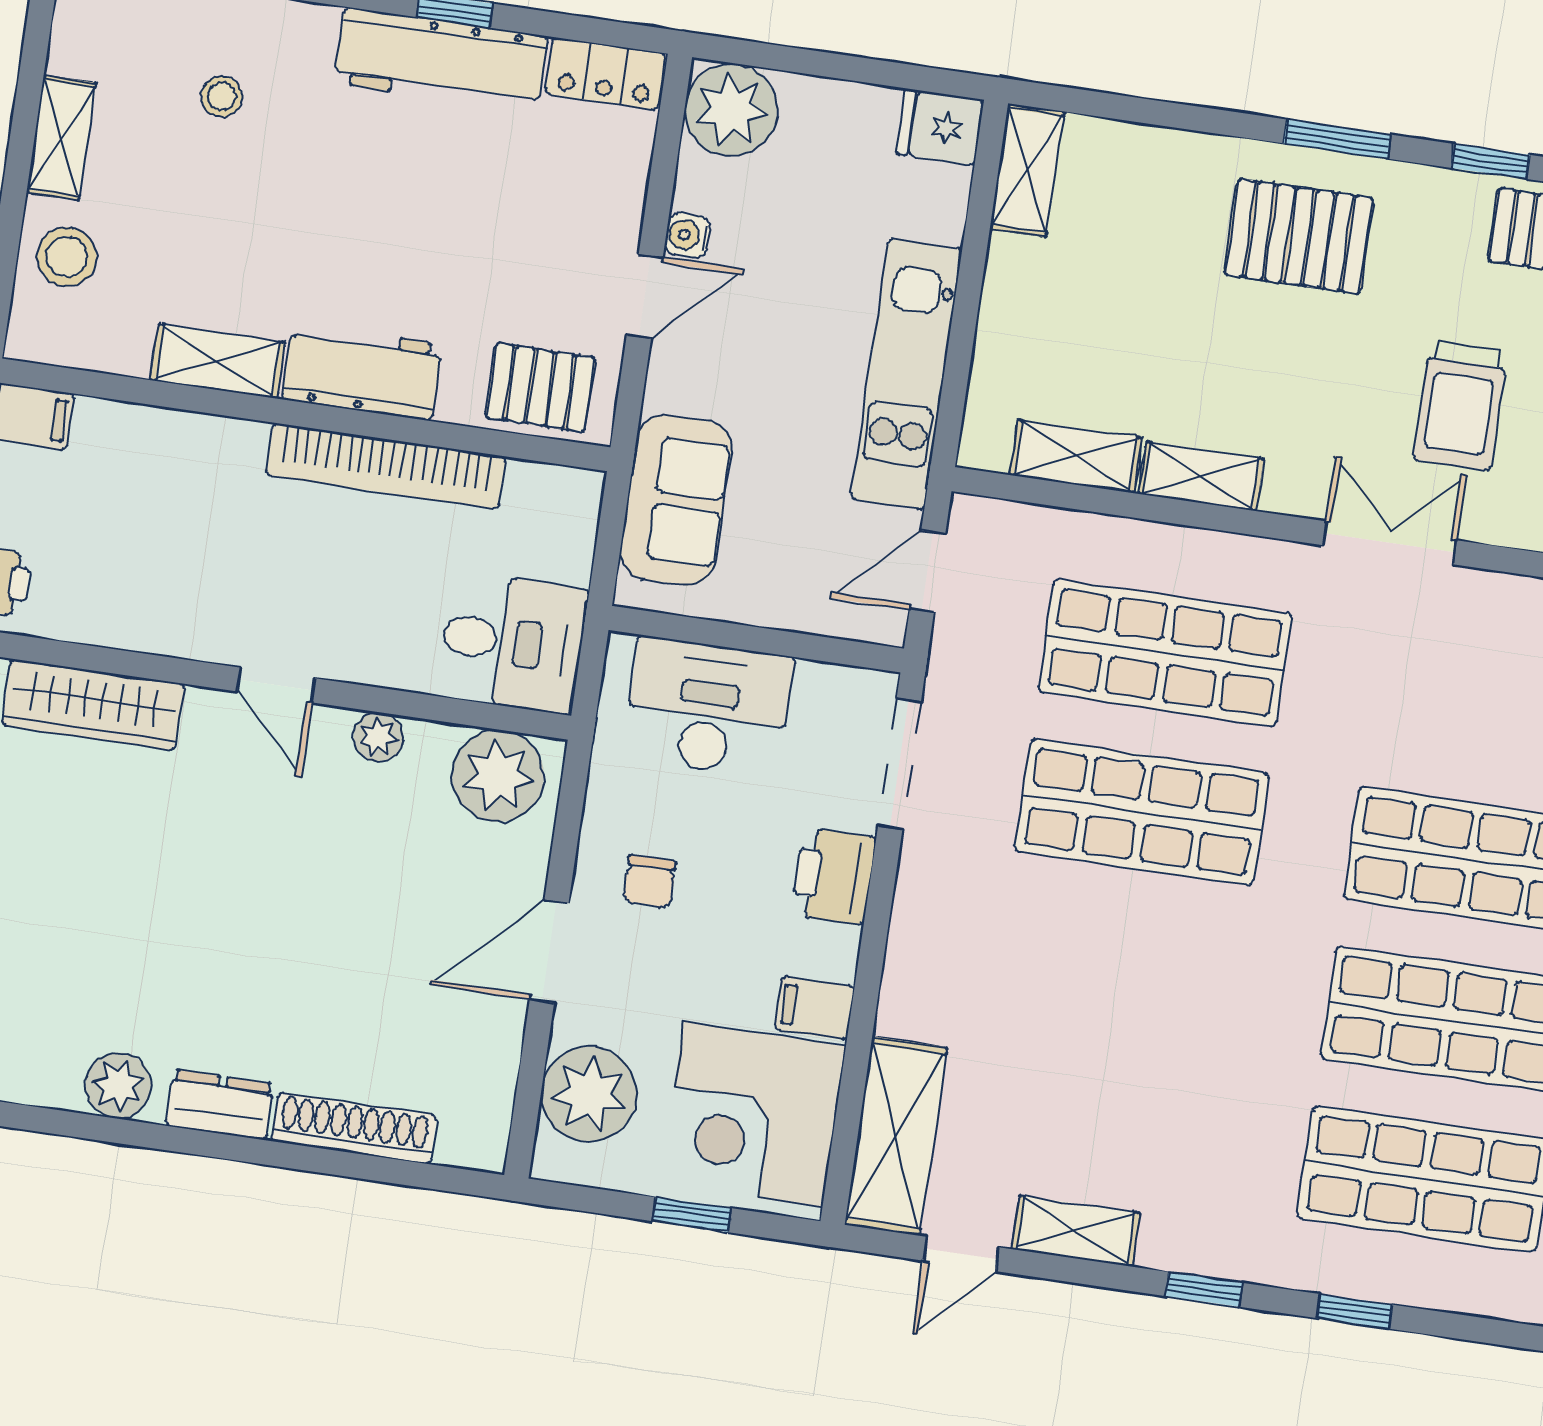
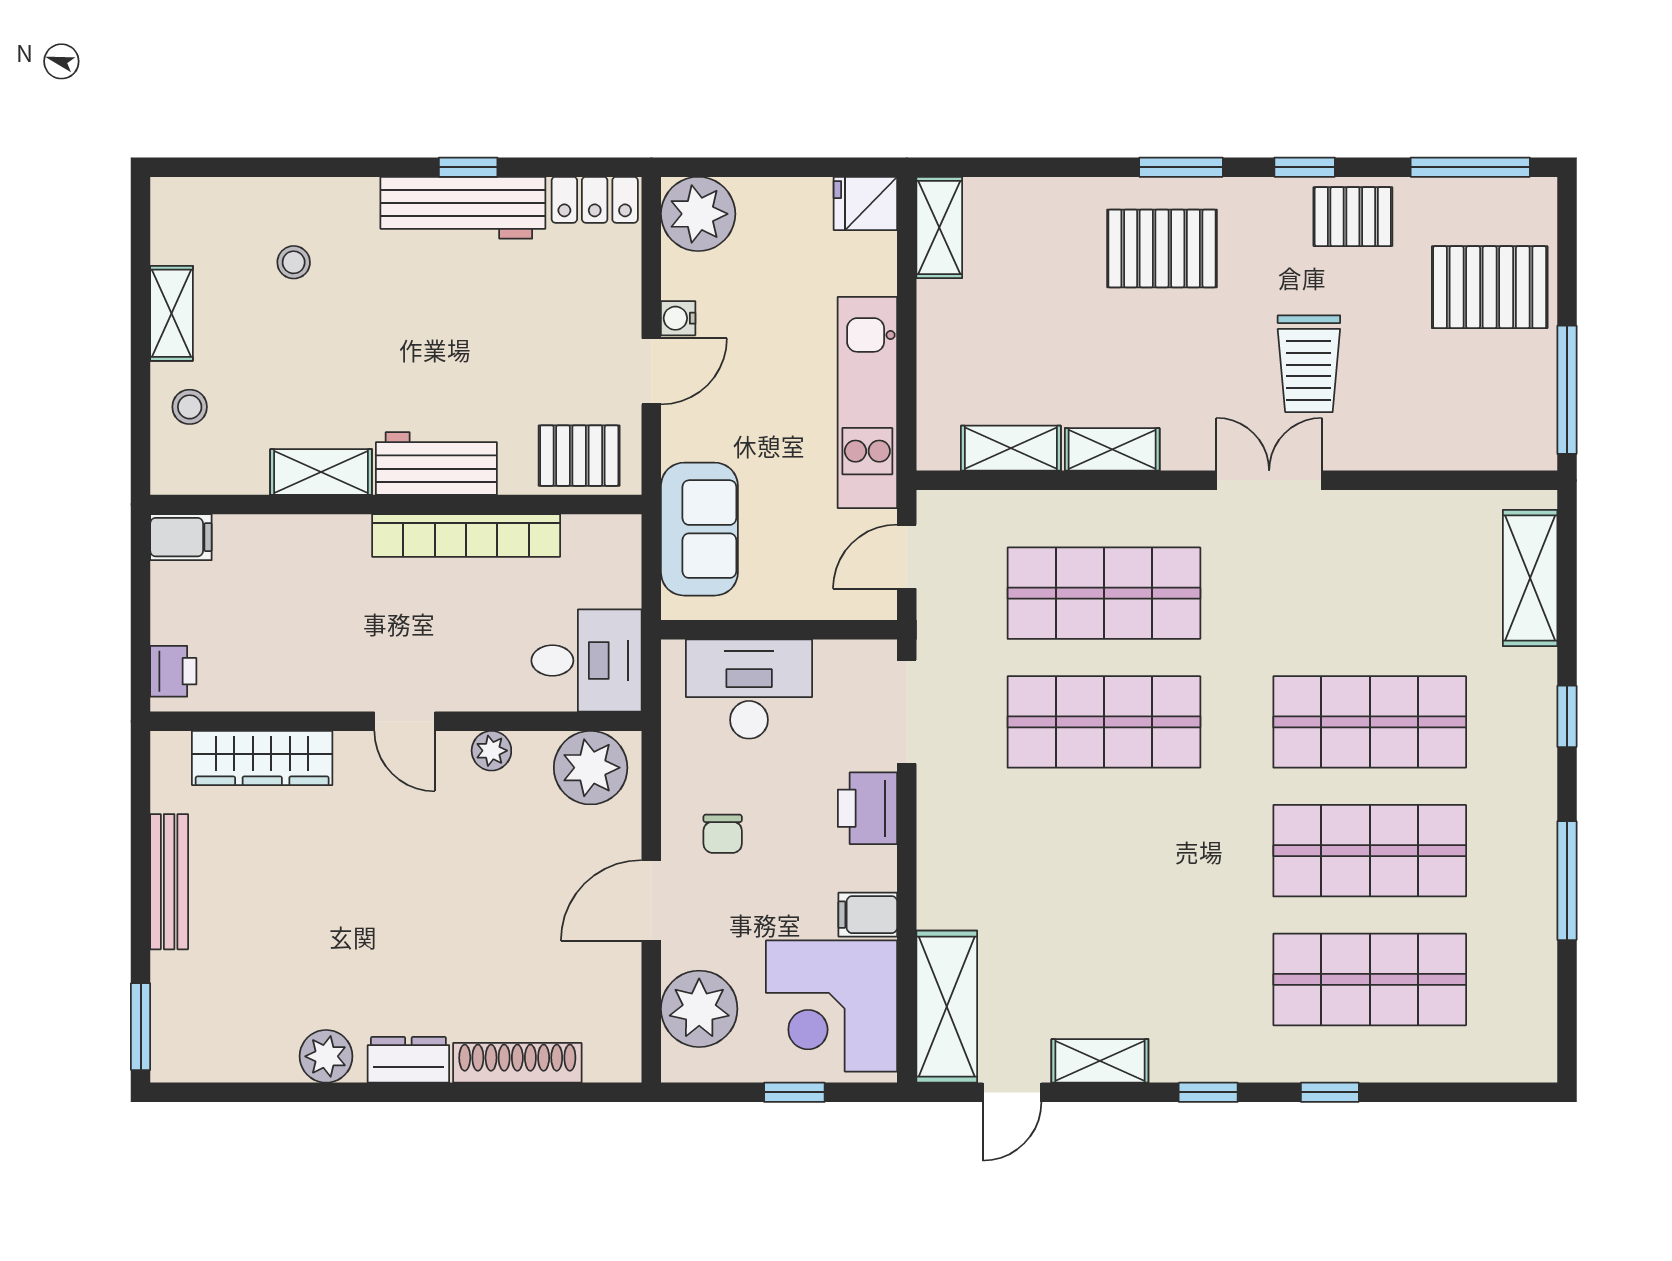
stool: (67, 257) -> (190, 407), width x0.73, depth x0.73

